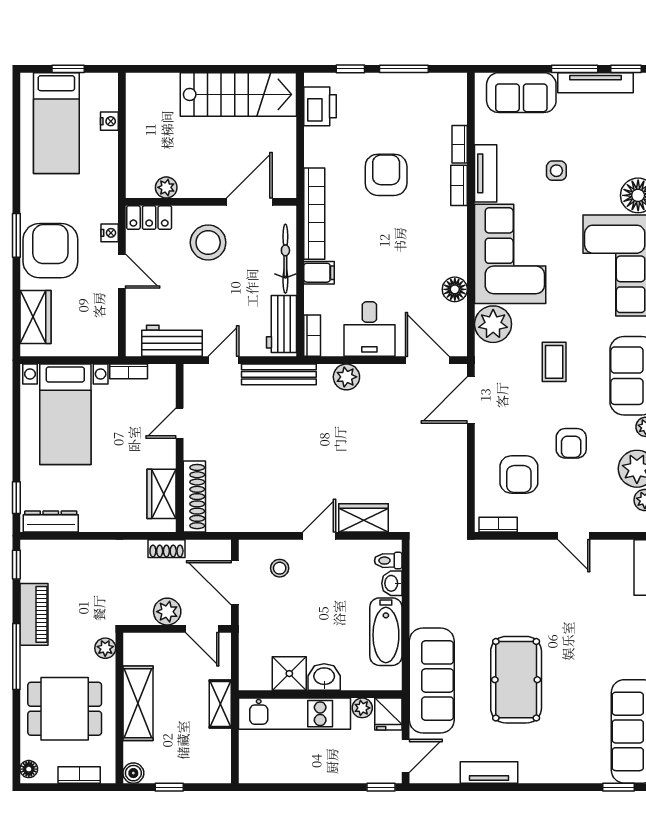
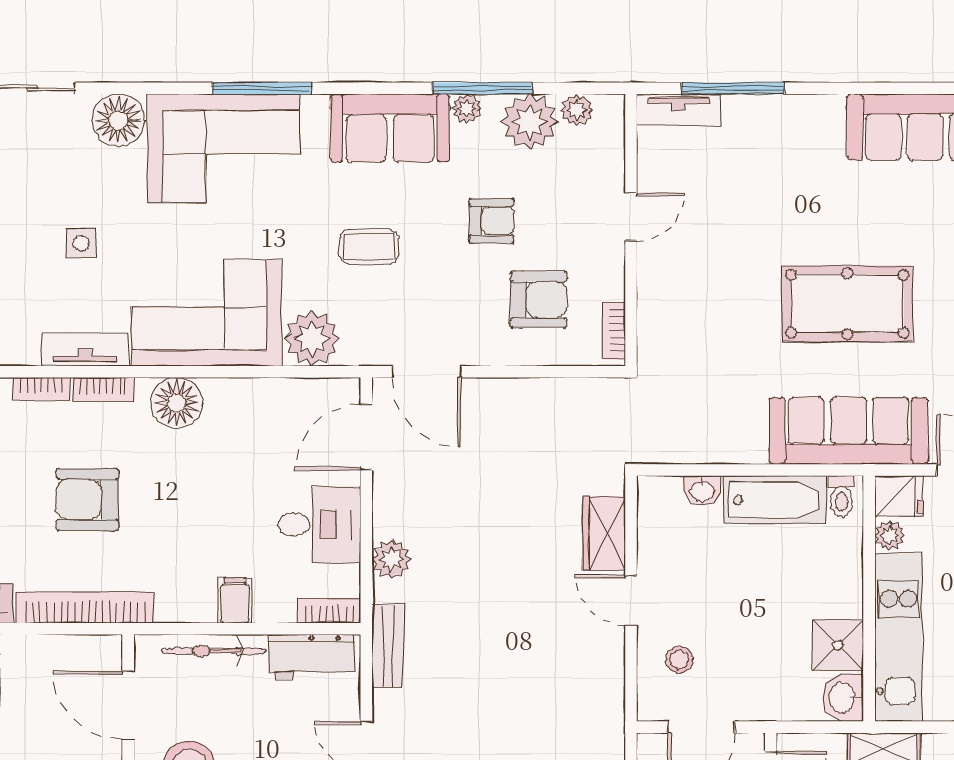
bookcase: (314, 214) -> (85, 607), moved
floor lamp: (455, 289) -> (177, 403), moved, width x1.38, depth x1.38
bench: (279, 374) -> (388, 646), width x0.73
toilet: (388, 561) -> (841, 496), moved
washbasin: (324, 677) -> (843, 697), moved

